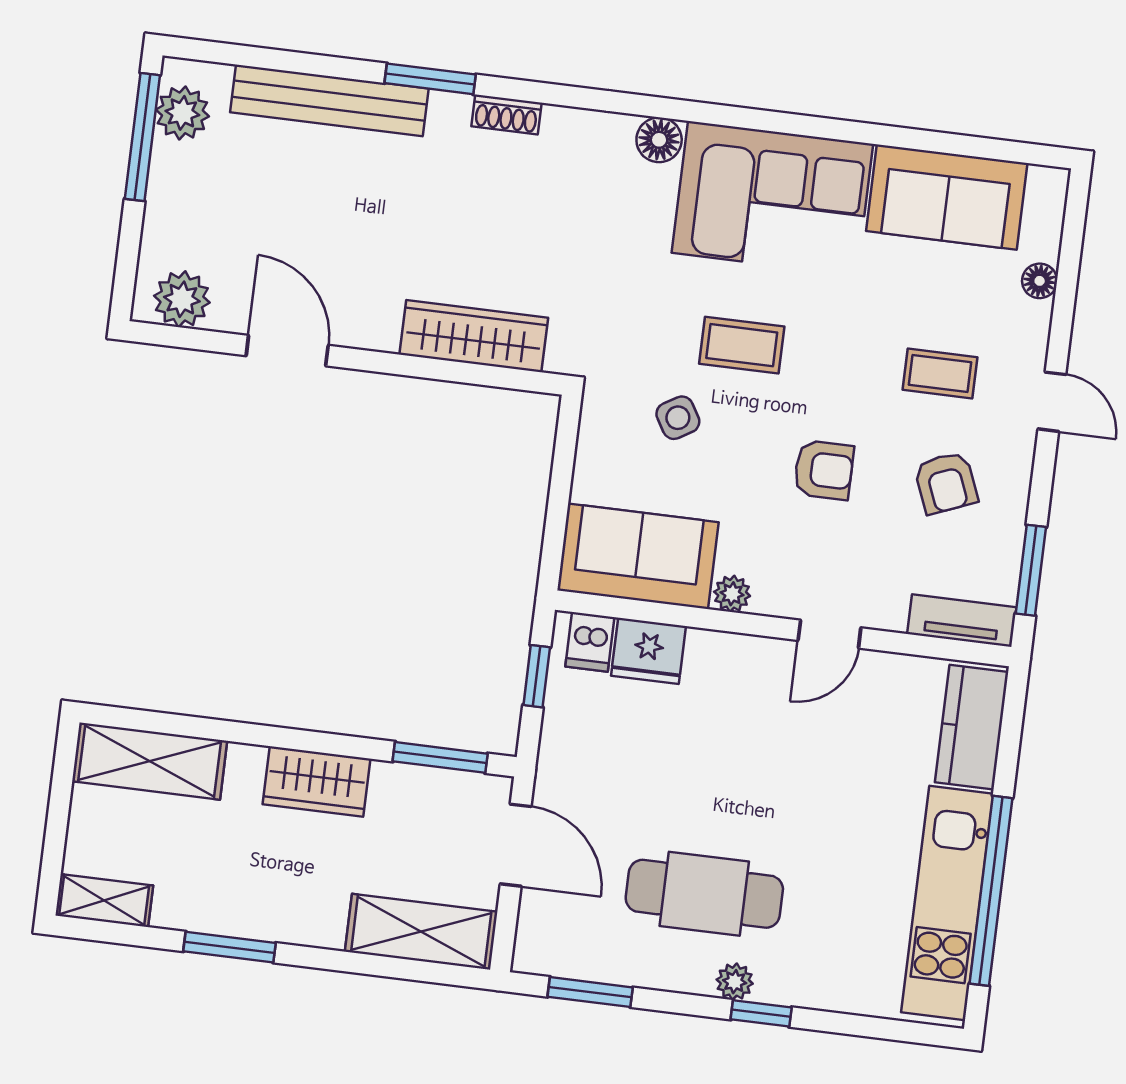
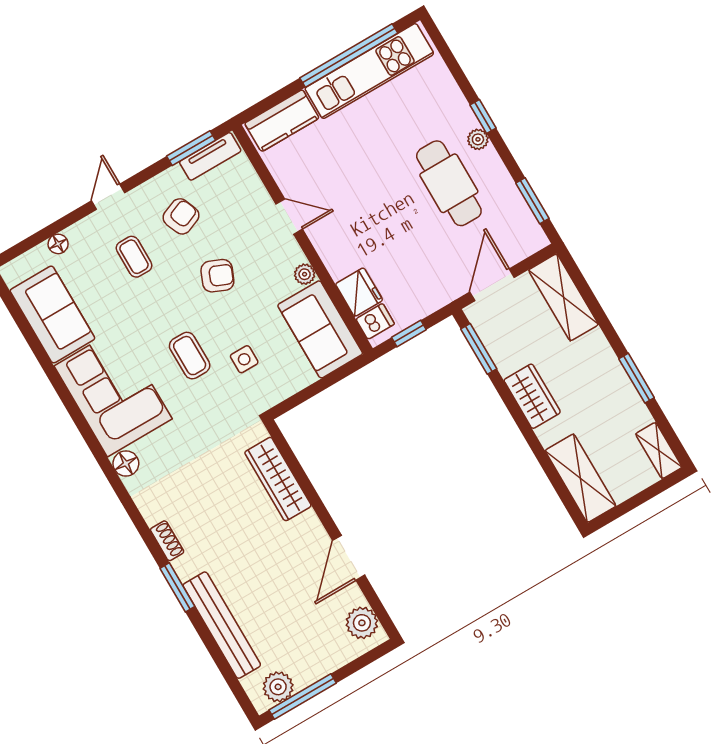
side table: (678, 418) -> (244, 359), turned 31
armchair: (824, 470) -> (217, 276), turned 113
tv unit: (962, 621) -> (210, 156), moved, turned -90

